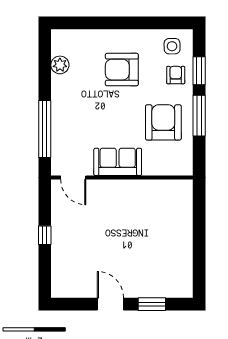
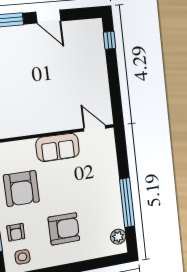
plant: (60, 65) -> (118, 237), moved
window: (45, 129) -> (127, 203), moved
window: (45, 235) -> (110, 40), moved

